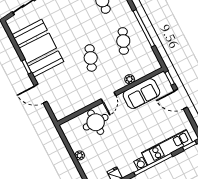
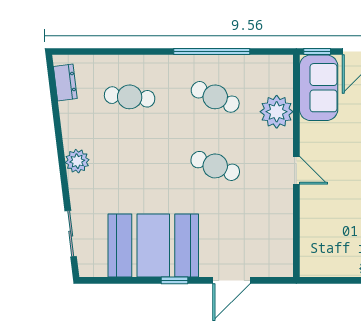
plant: (130, 79) -> (277, 112), width x1.88, depth x1.88
sofa: (141, 94) -> (319, 88), moved
round table: (96, 122) -> (327, 213), removed

